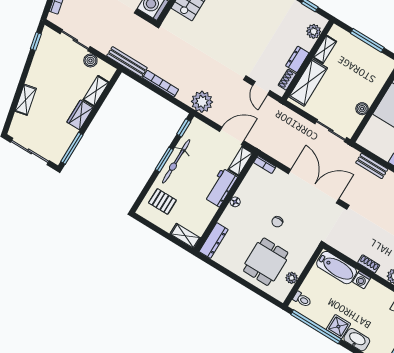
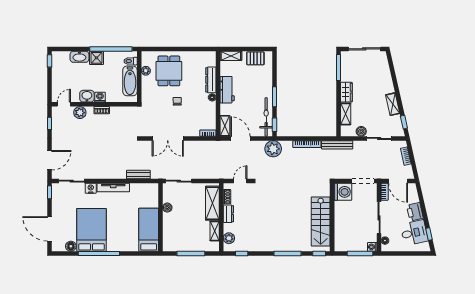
door: (261, 88) -> (240, 181), hinge flipped
shelving: (26, 100) -> (393, 104), moved
door: (232, 136) -> (240, 138), swing flipped
bicycle: (176, 161) -> (266, 117), moved
double door: (314, 186) -> (168, 138), width x0.73
workbench: (221, 187) -> (227, 90), moved
pallet: (162, 201) -> (255, 58), moved
dresser: (214, 241) -> (211, 80), moved
bathtub: (337, 268) -> (130, 81), moved, turned -90
washbasin: (376, 290) -> (87, 96), added

